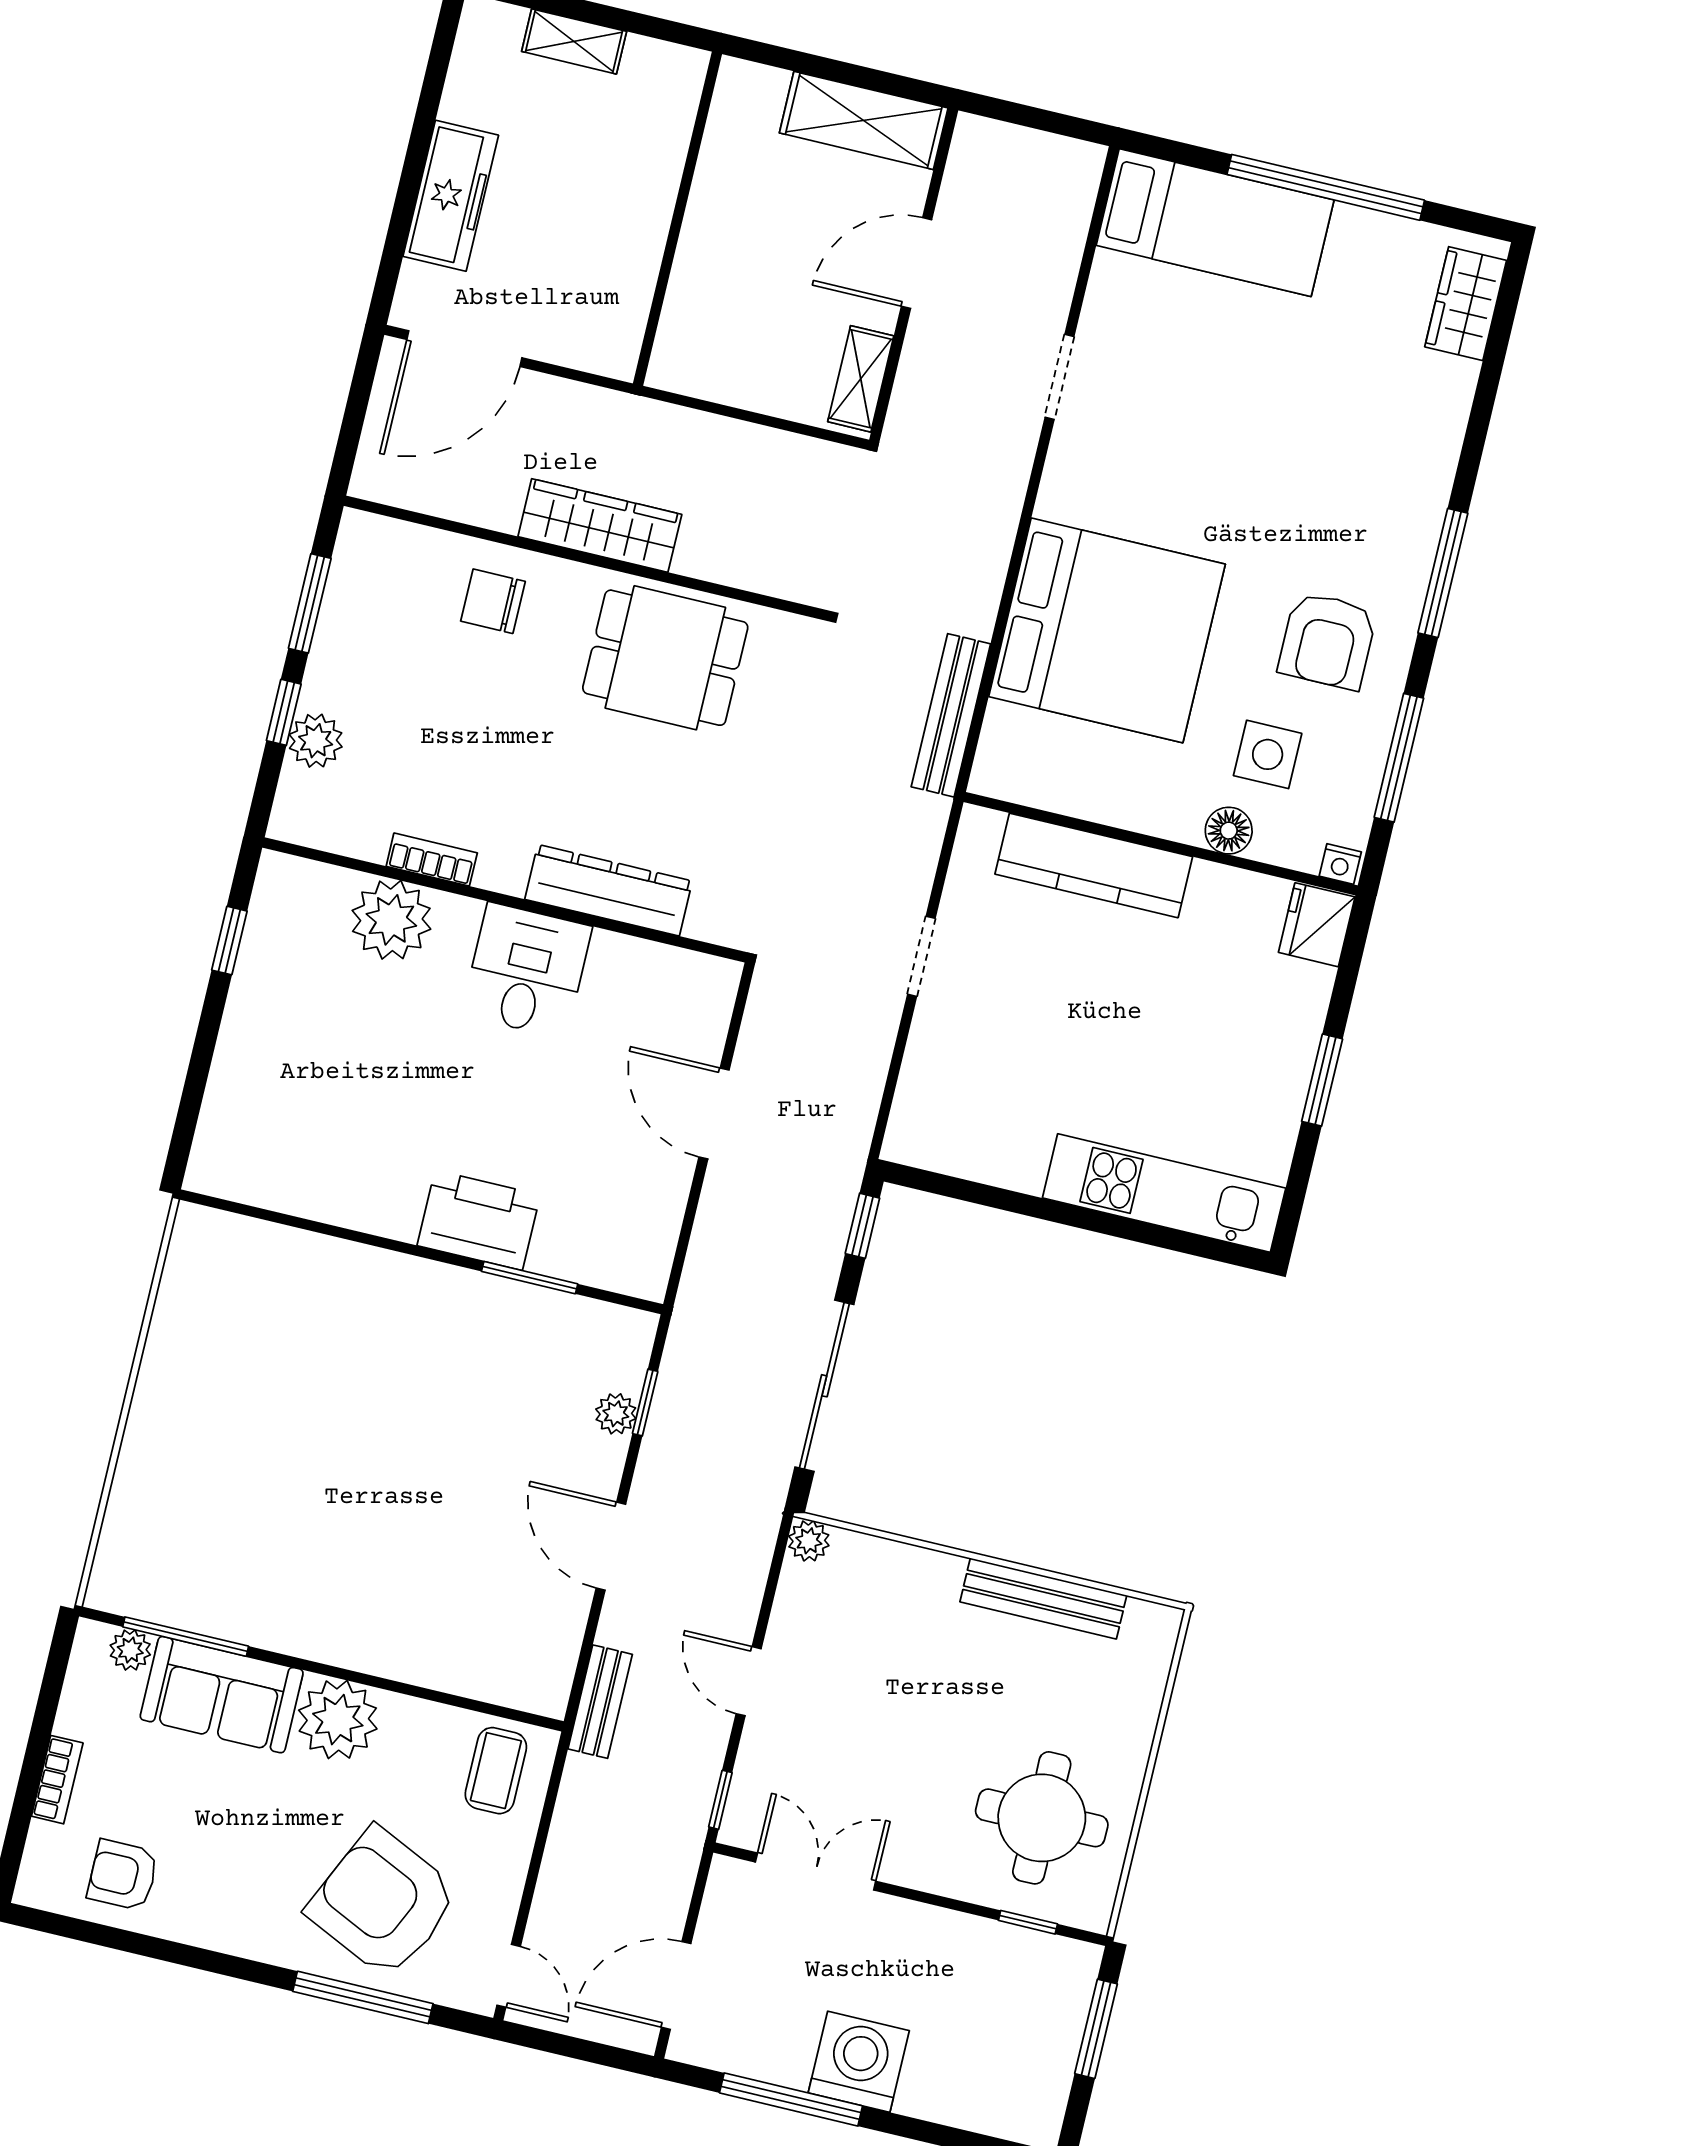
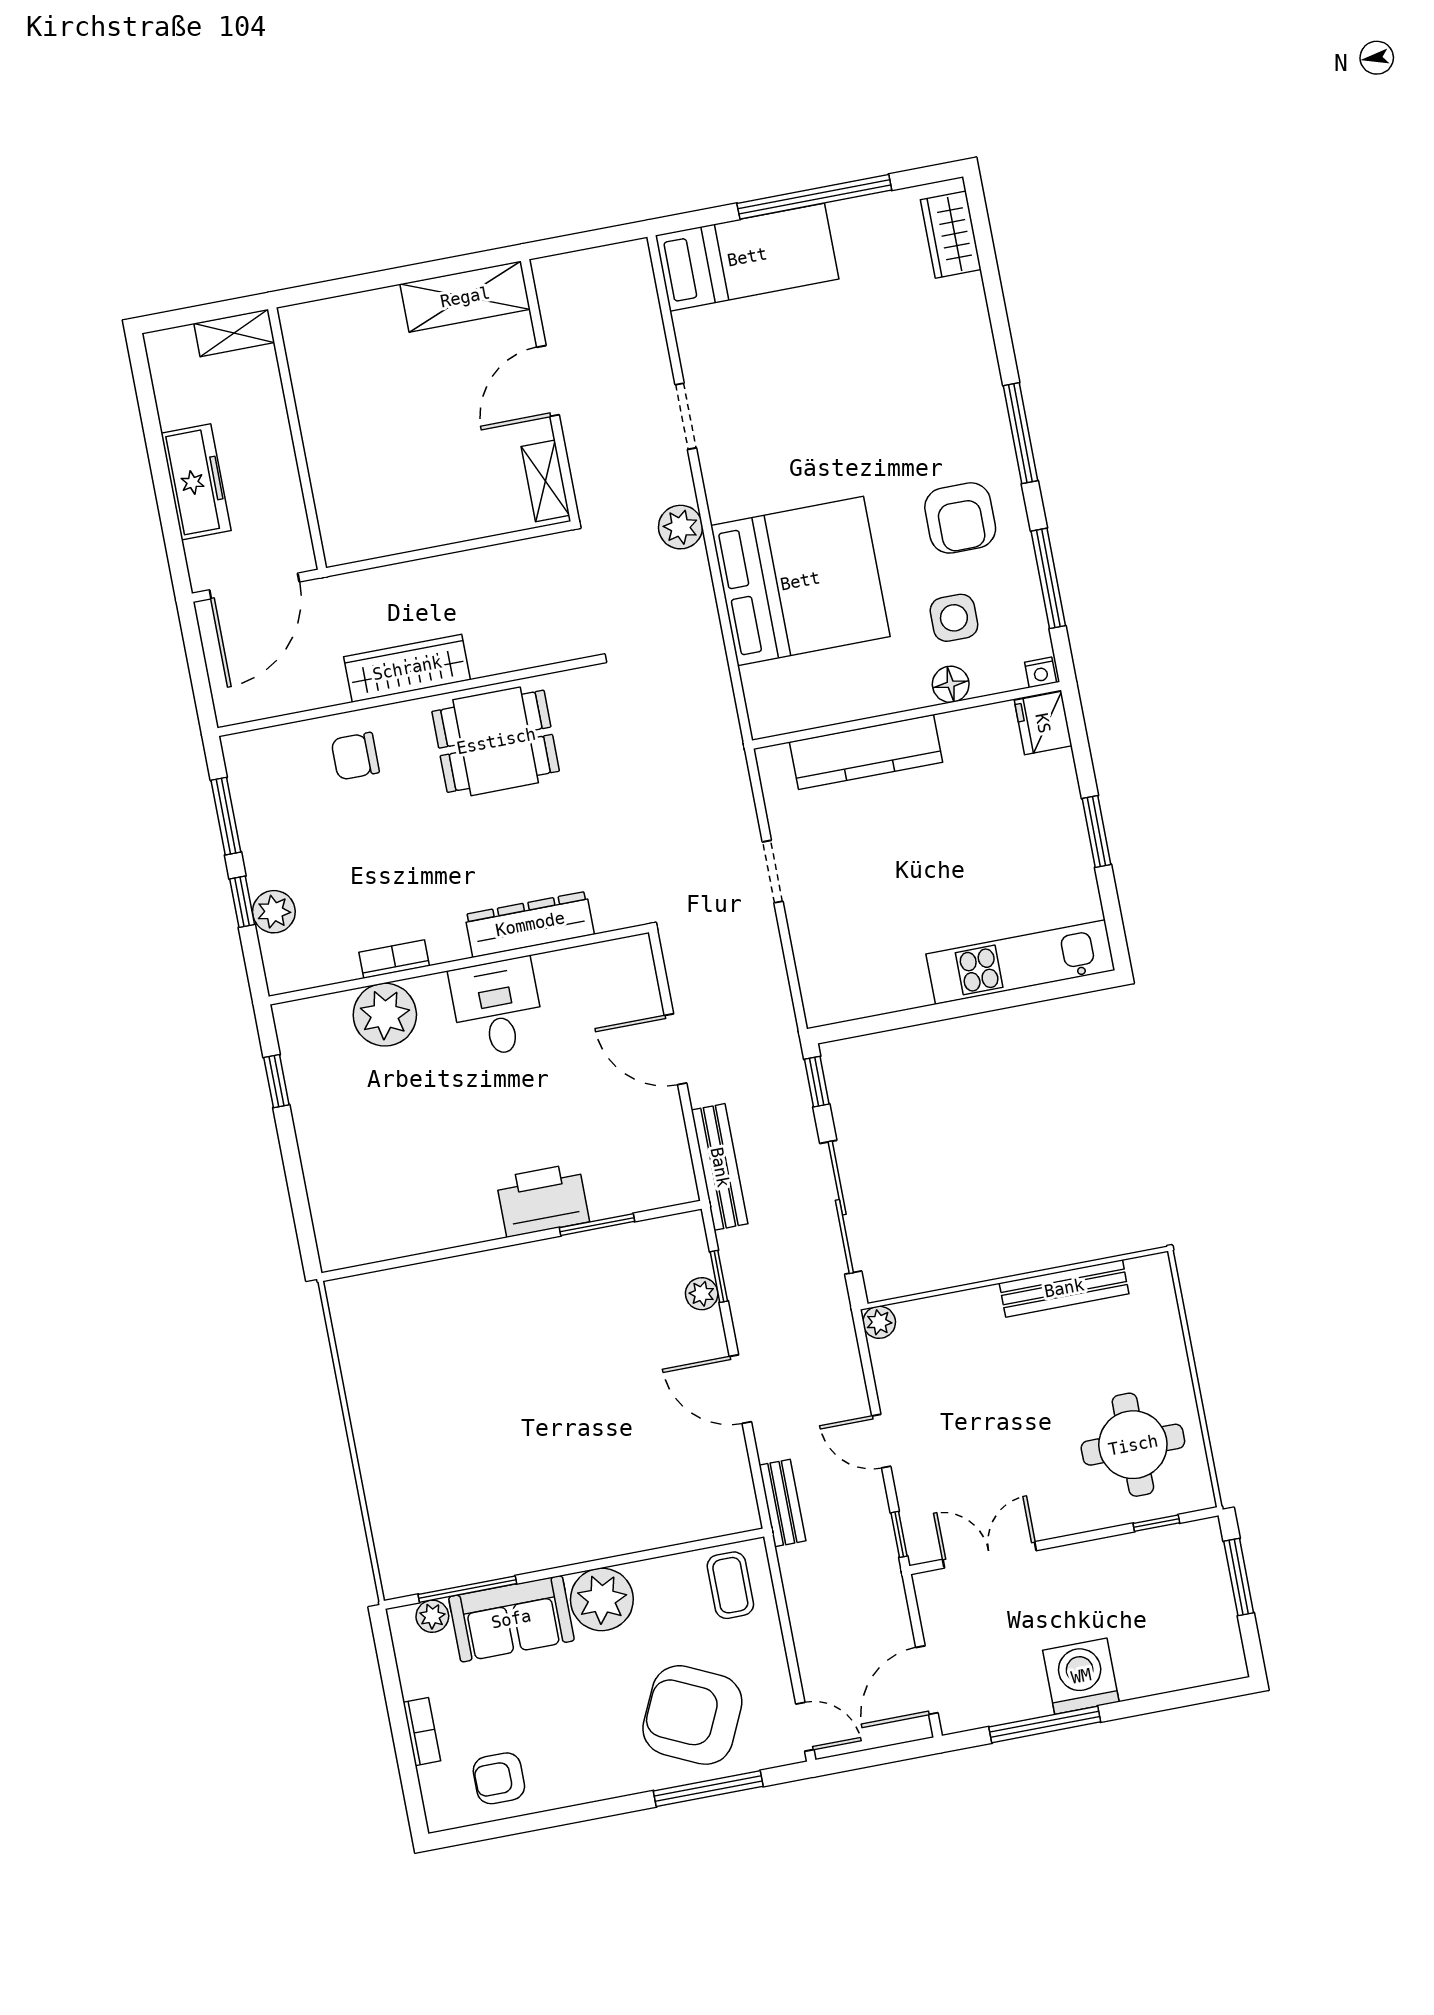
wall: (677, 219) -> (297, 439), moved
plant: (995, 504) -> (680, 527), added
bench: (951, 715) -> (720, 1167), moved

